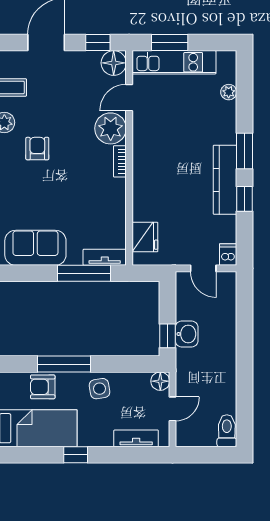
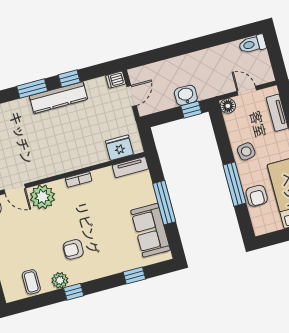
bookcase: (120, 161) -> (79, 179), moved
tv unit: (105, 257) -> (130, 167), moved, turned -90
window: (84, 273) -> (164, 203), moved

